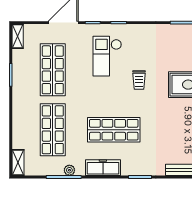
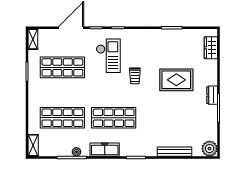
checkout: (107, 56) -> (108, 56), turned 180
shop shelf: (53, 70) -> (62, 67), turned 90
shop shelf: (53, 130) -> (62, 118), turned 90

